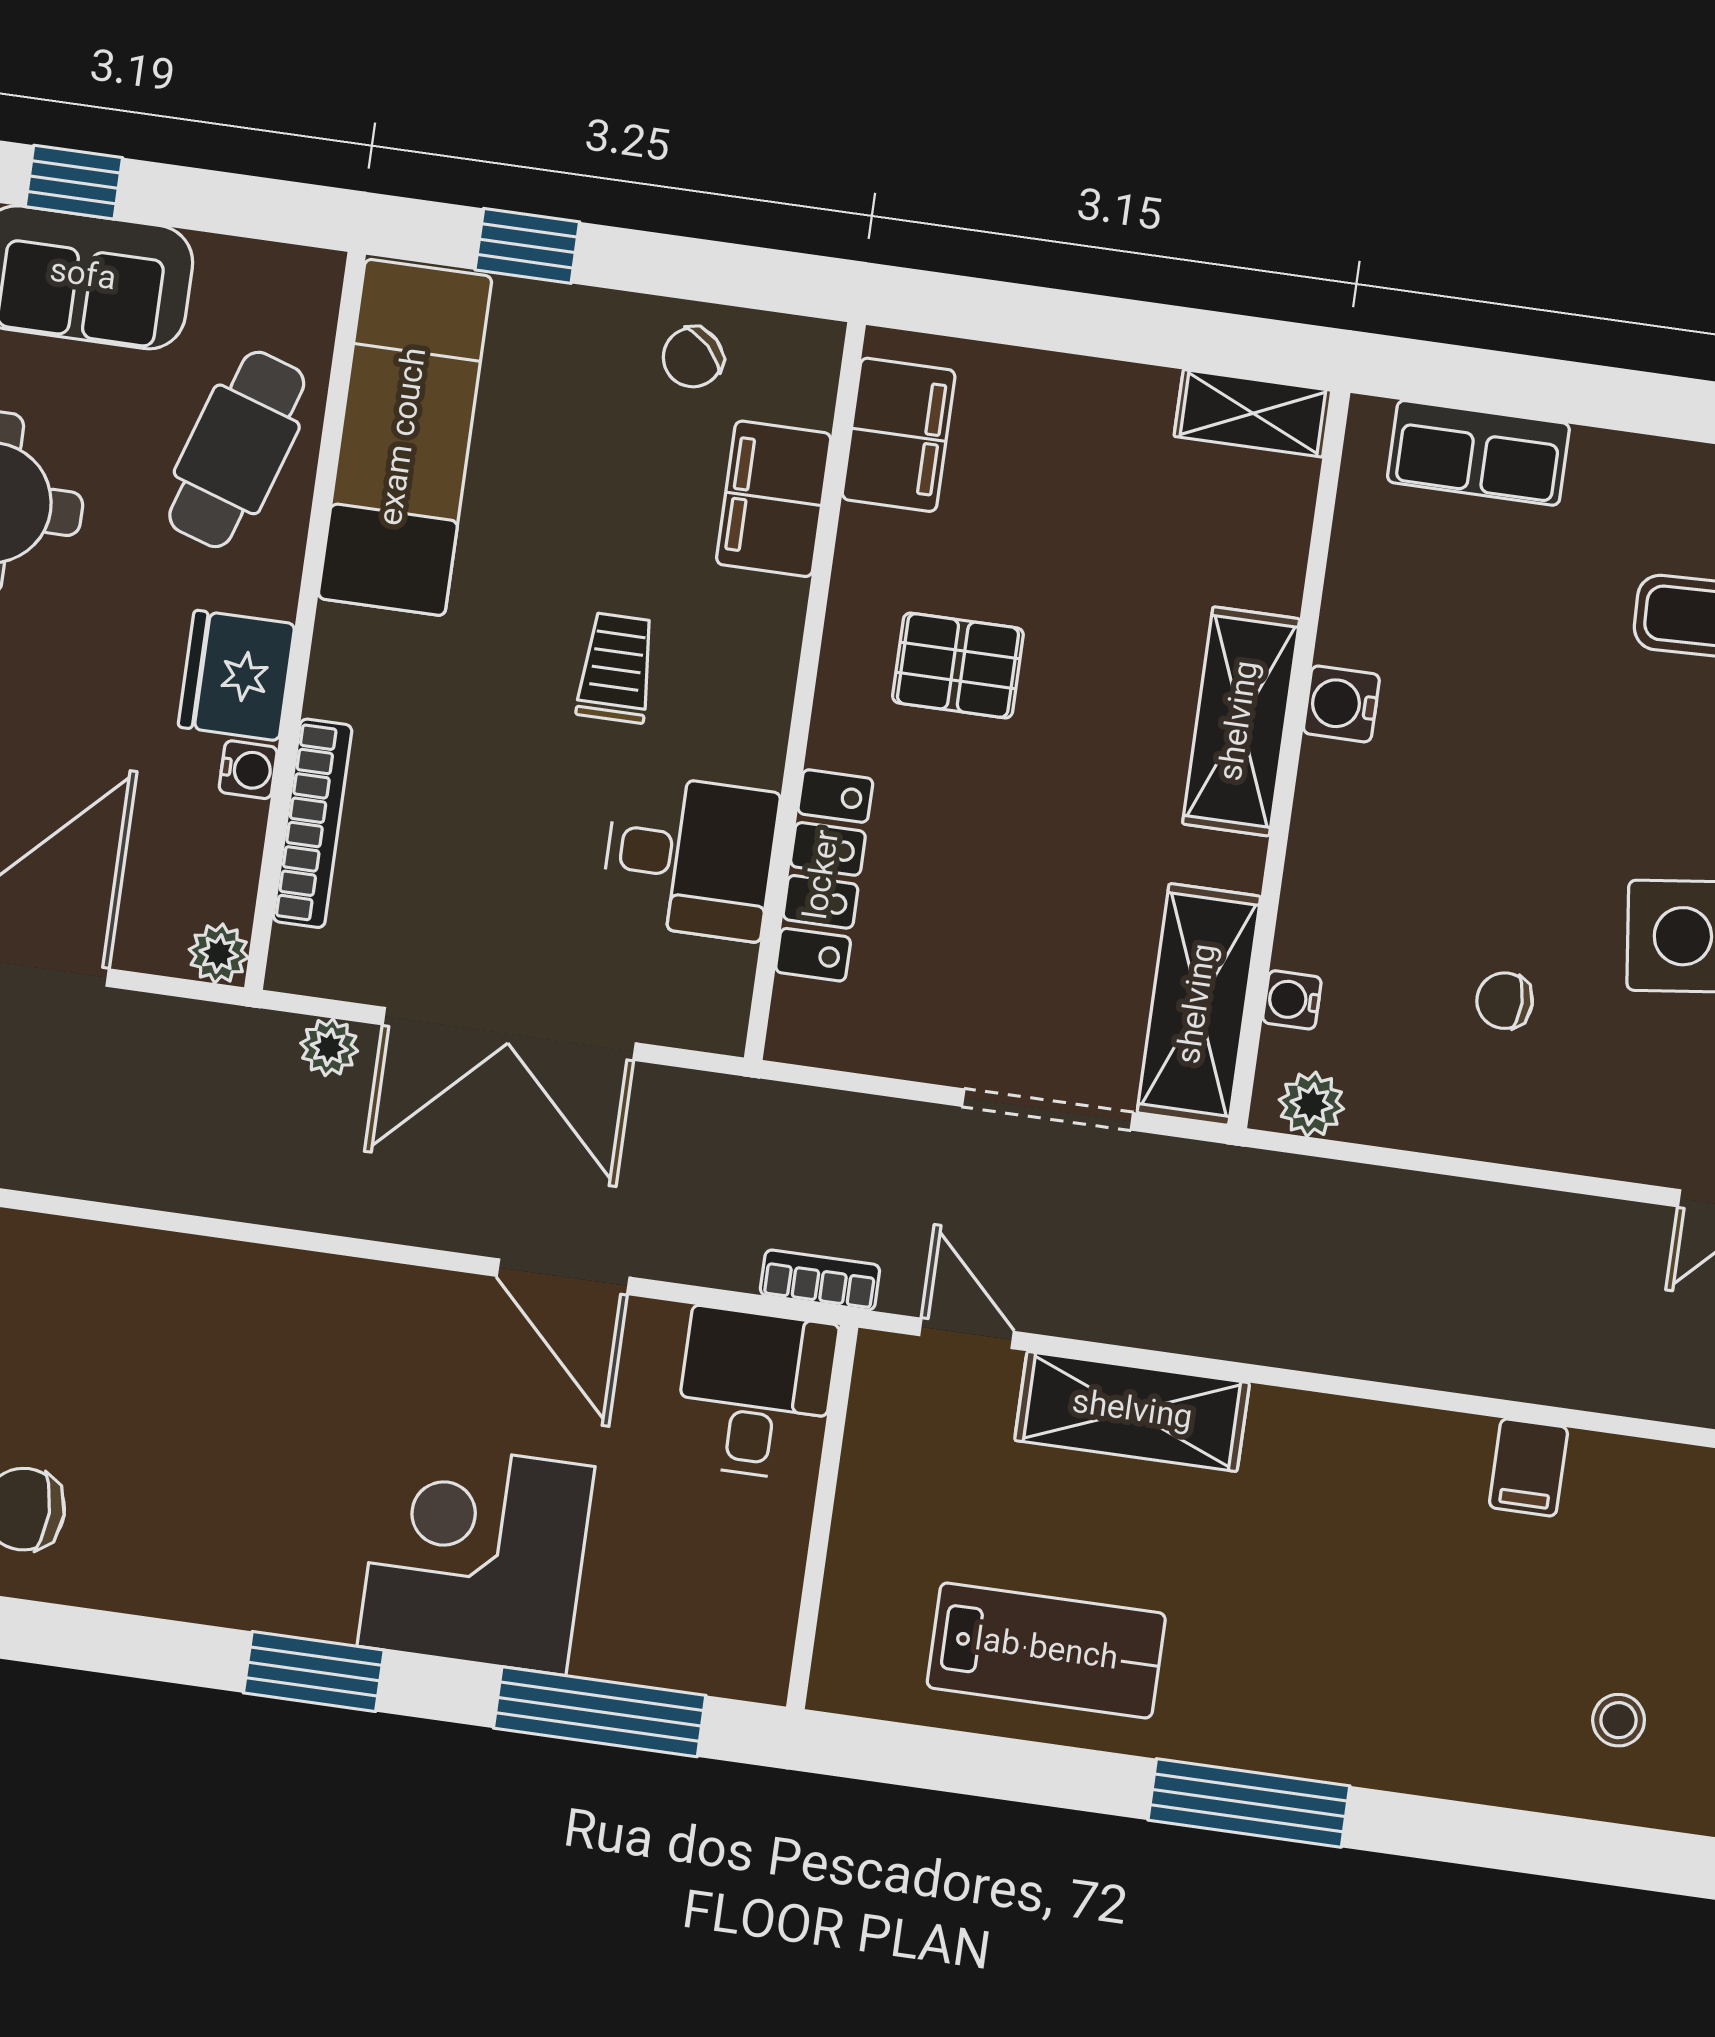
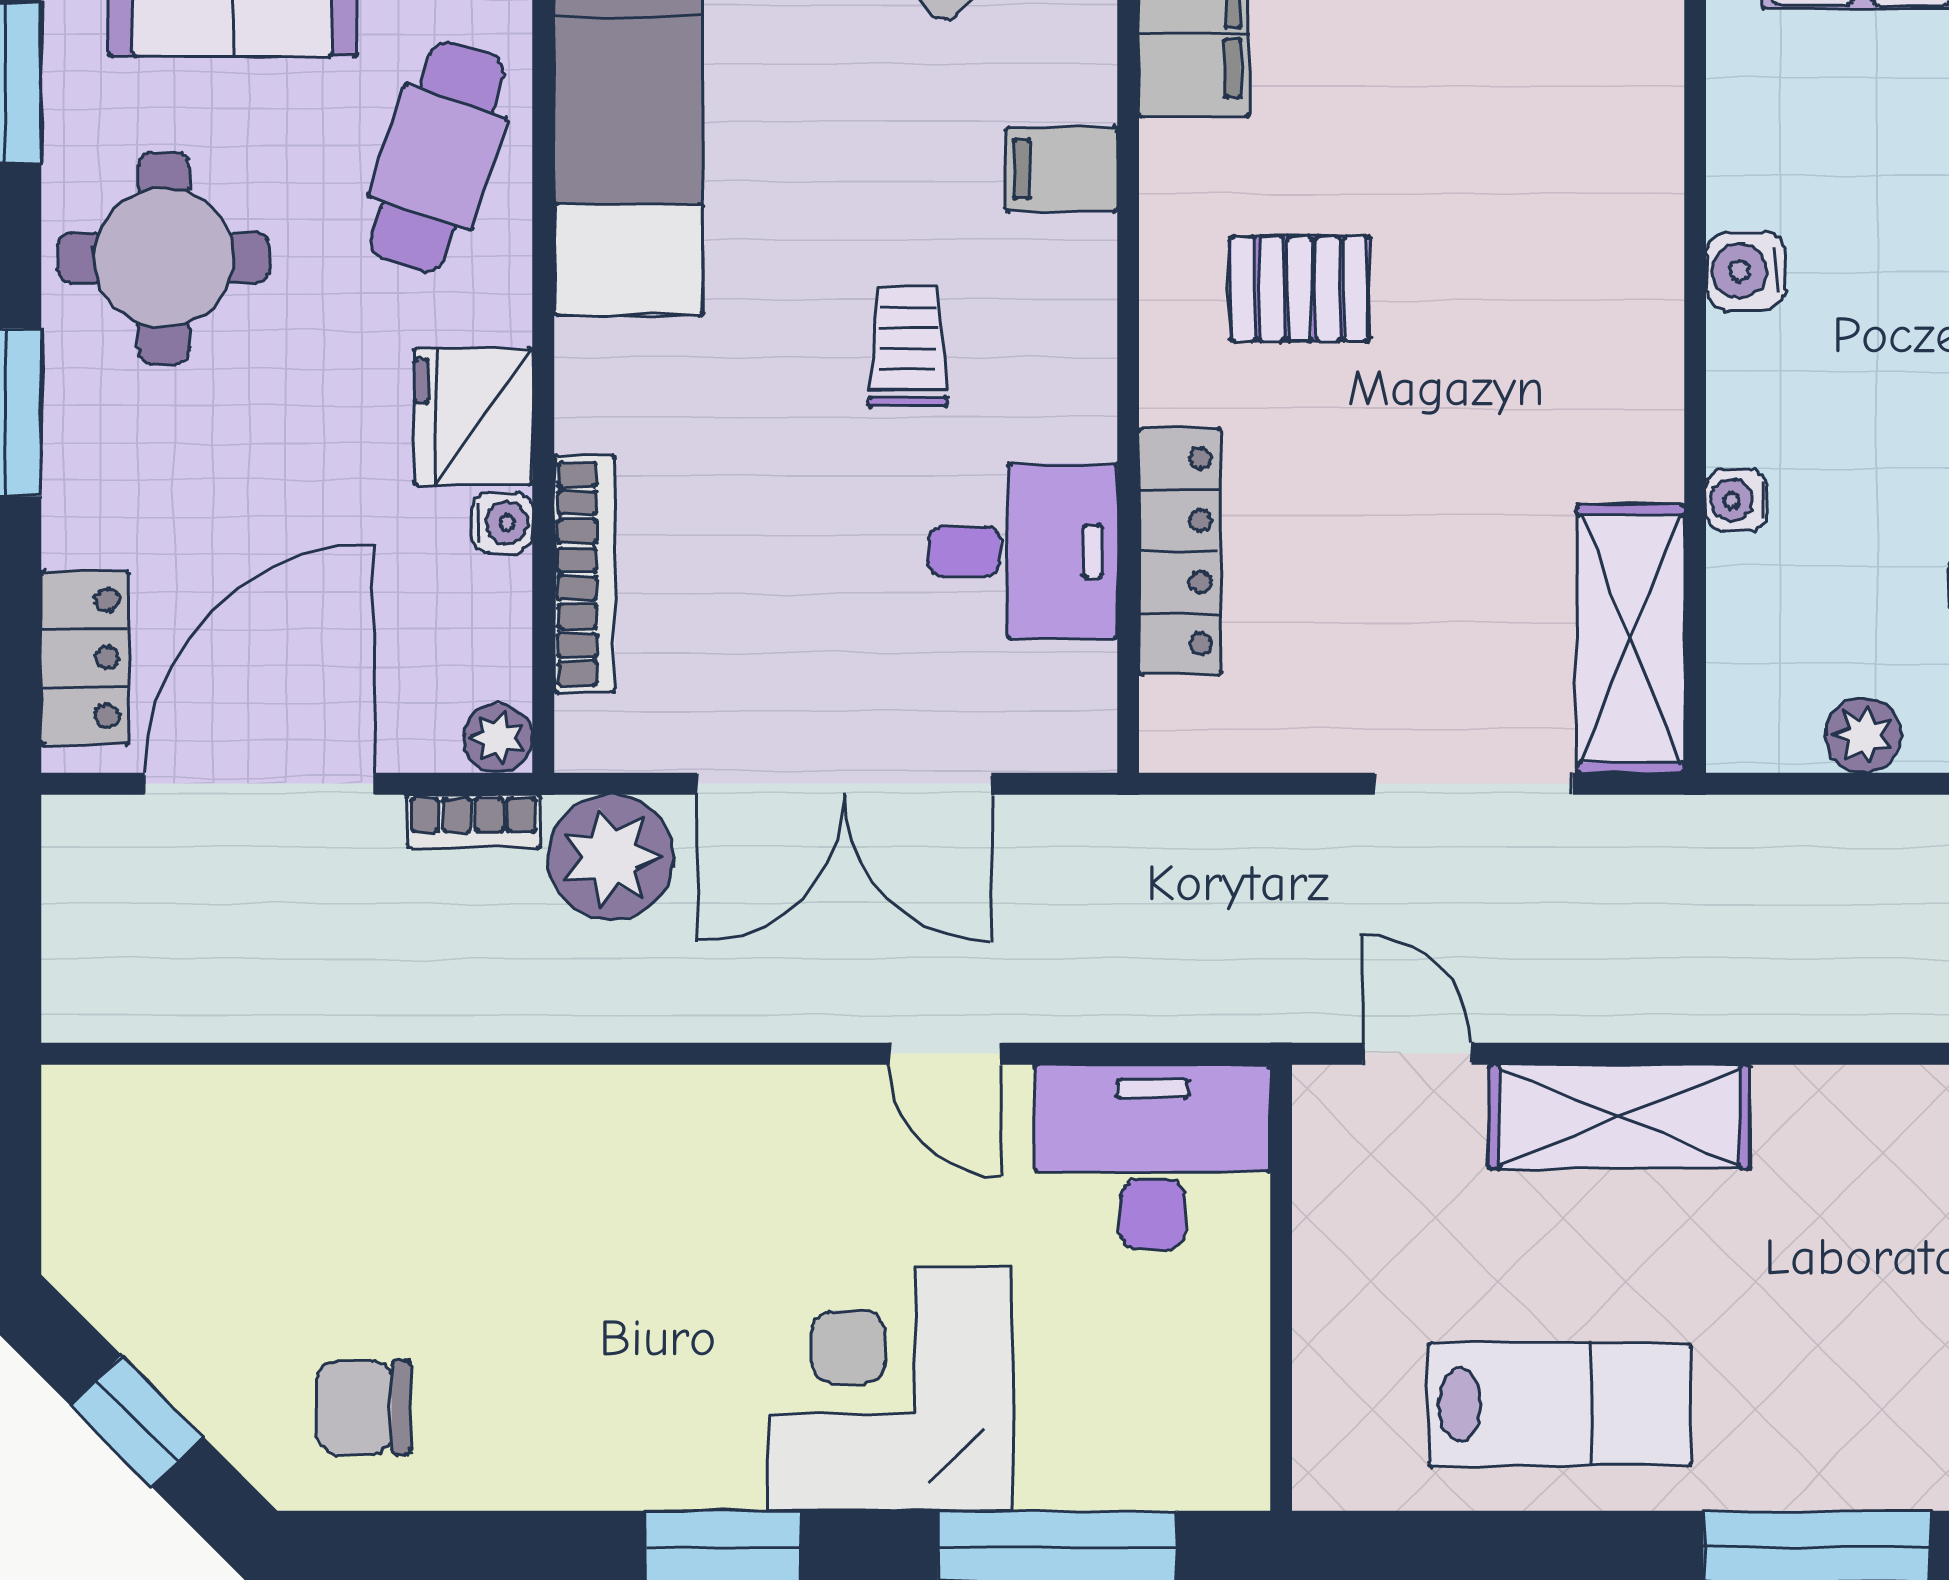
filing cabinet: (774, 499) -> (1061, 169), width x0.50
shelving: (1241, 721) -> (1633, 307), removed
water cooler: (1292, 1000) -> (1737, 500), moved
plant: (329, 1047) -> (610, 857), width x1.88, depth x1.88
plant: (1311, 1104) -> (1863, 735), moved
door: (563, 1277) -> (945, 1054), width x0.73
bookcase: (820, 1280) -> (473, 821), moved, turned 180
desk: (755, 1394) -> (1152, 1157), width x1.37

